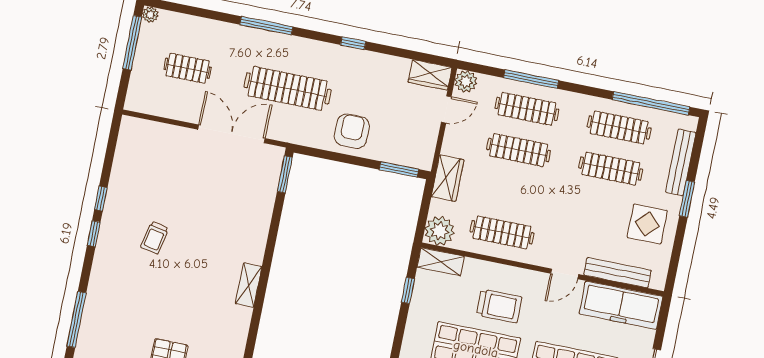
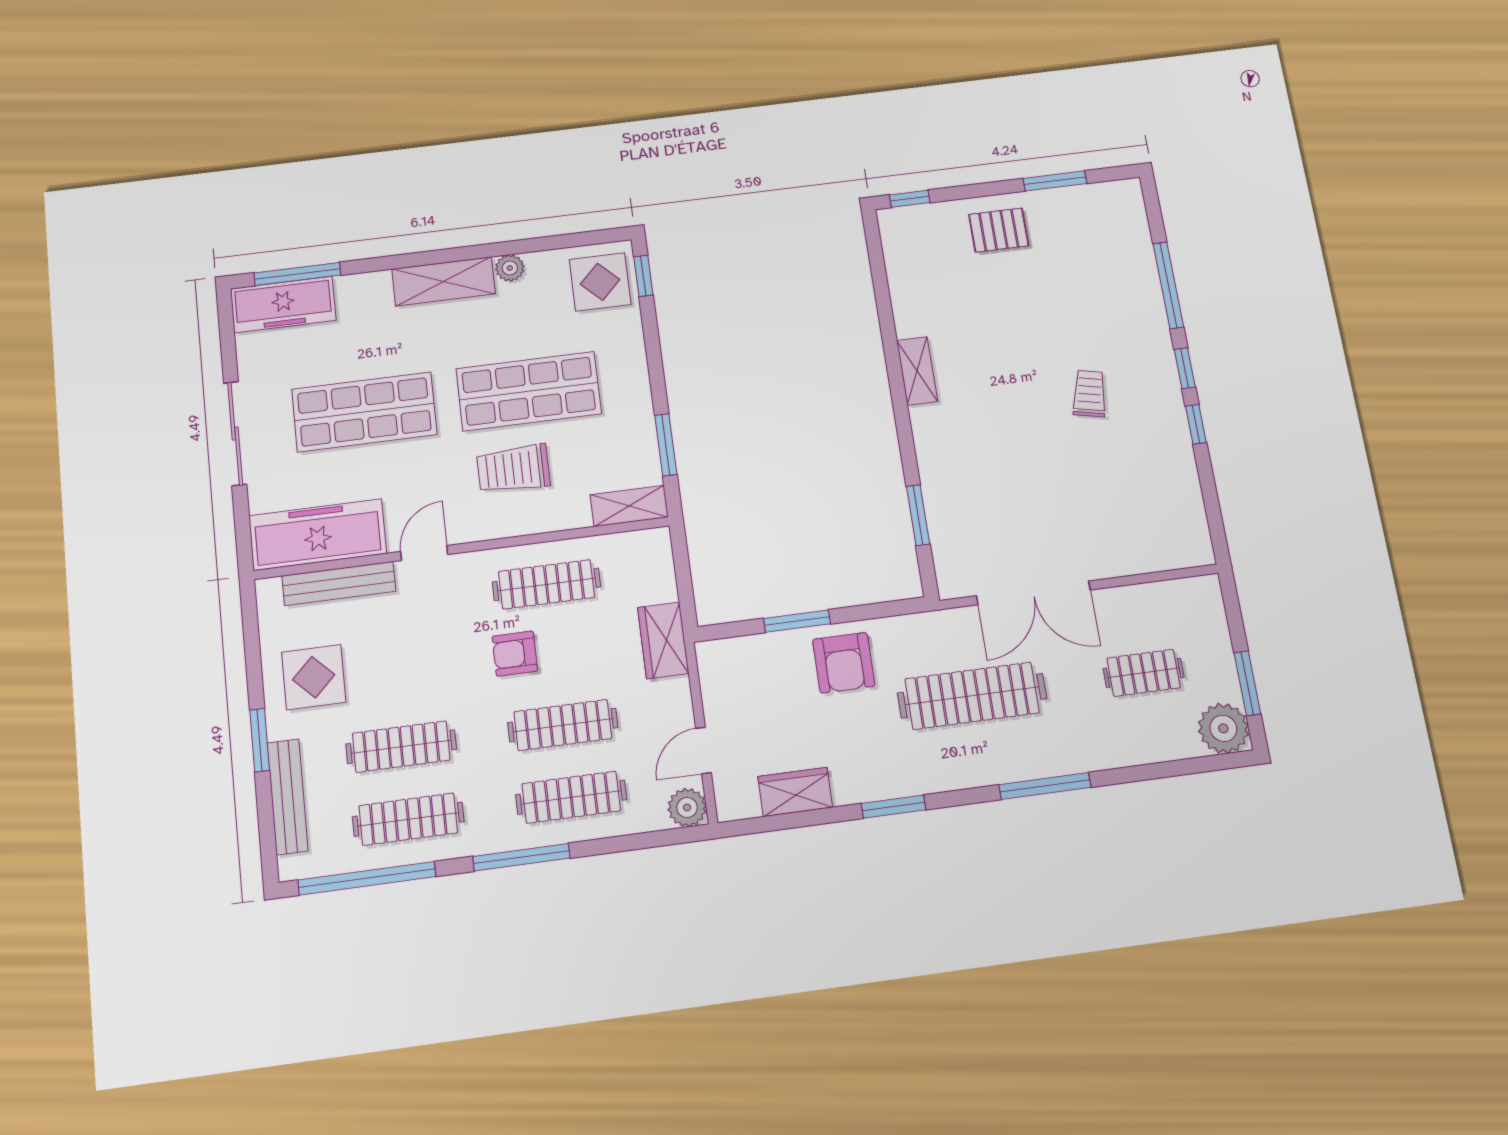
plant: (150, 15) -> (1223, 728), width x1.87, depth x1.87
window: (132, 43) -> (1247, 683), width x0.69
window: (353, 43) -> (893, 807), width x1.50
wardrobe: (430, 75) -> (795, 792), moved
window: (531, 79) -> (521, 857), moved
window: (399, 169) -> (797, 621), moved
window: (285, 174) -> (918, 515), moved
armchair: (532, 199) -> (515, 654), added
plant: (440, 231) -> (648, 553), removed
window: (408, 290) -> (666, 445), width x1.50
window: (76, 319) -> (1168, 285), moved

